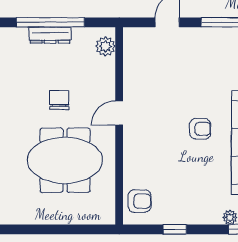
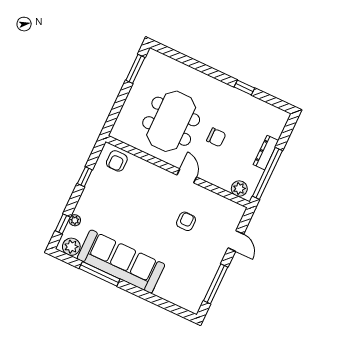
window: (50, 22) -> (267, 173), moved
armchair: (200, 129) -> (186, 221), moved, turned 180
window: (24, 229) -> (135, 69), added

